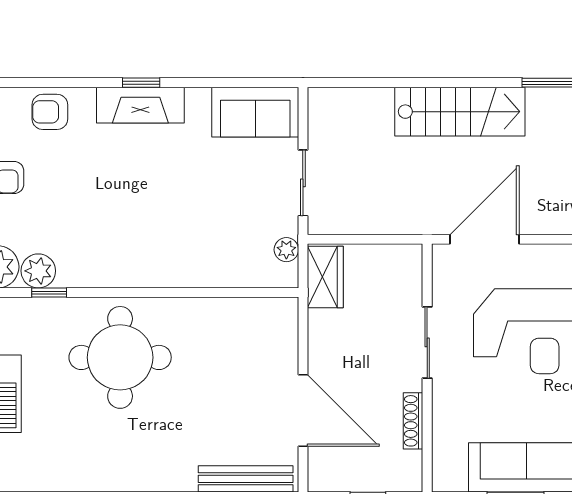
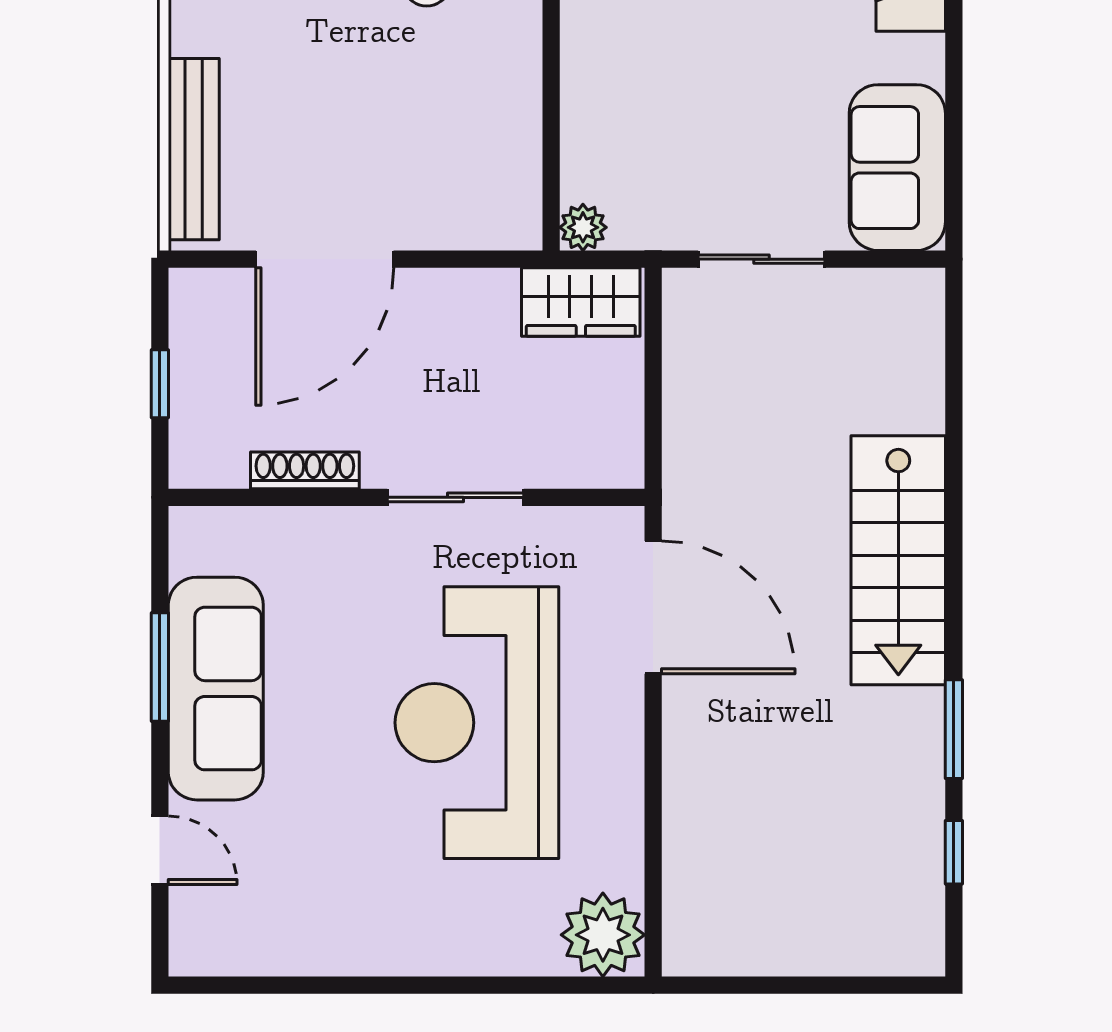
plant: (286, 250) -> (583, 227), moved

